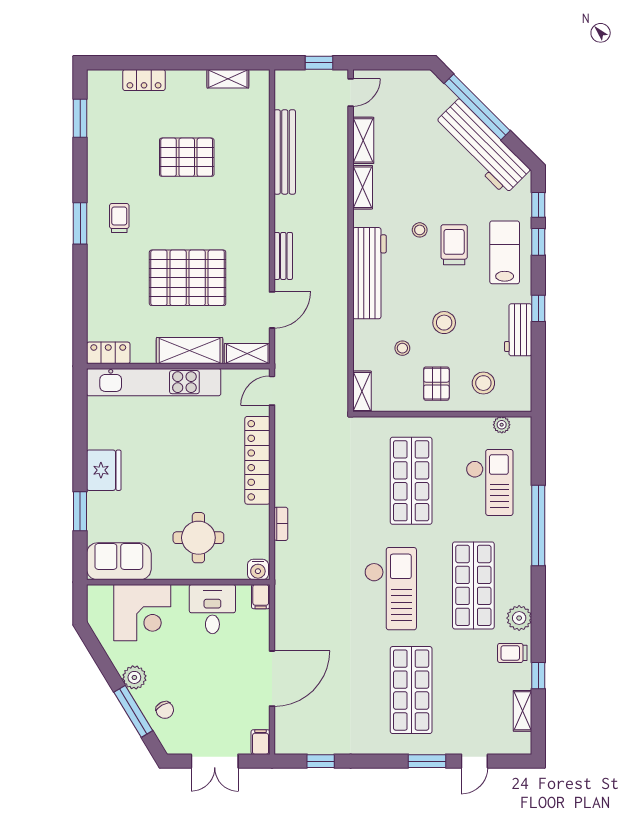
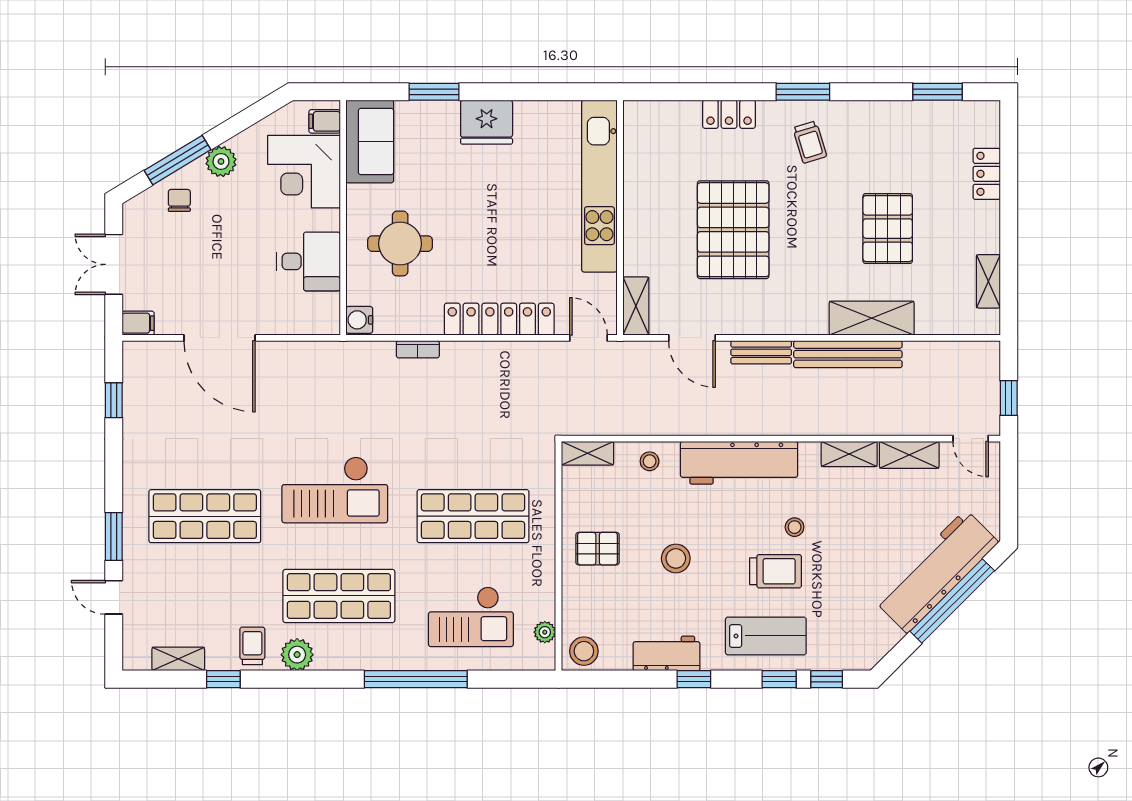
workbench: (482, 147) -> (936, 571), moved
bench: (285, 152) -> (848, 354), moved
trolley: (119, 218) -> (810, 142), turned 73
stool: (402, 348) -> (650, 461), moved
shelving: (190, 351) -> (872, 318), moved, turned 90
locker: (108, 353) -> (729, 114), moved, turned 90
stool: (483, 383) -> (584, 651), moved
filing cabinet: (261, 597) -> (325, 121), moved
chair: (165, 710) -> (179, 200), turned 118

